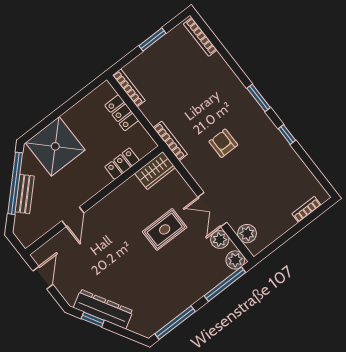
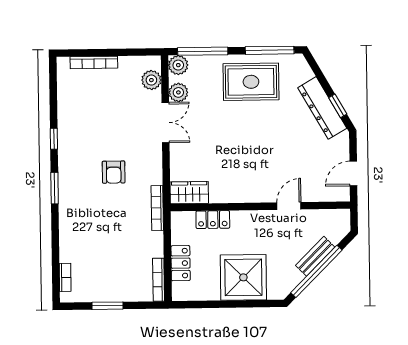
bookcase: (200, 37) -> (65, 277), width x0.64
shower: (55, 146) -> (243, 277), moved
bookcase: (306, 209) -> (94, 62), width x1.56
rug: (165, 229) -> (251, 82), moved, width x1.36, depth x1.43

